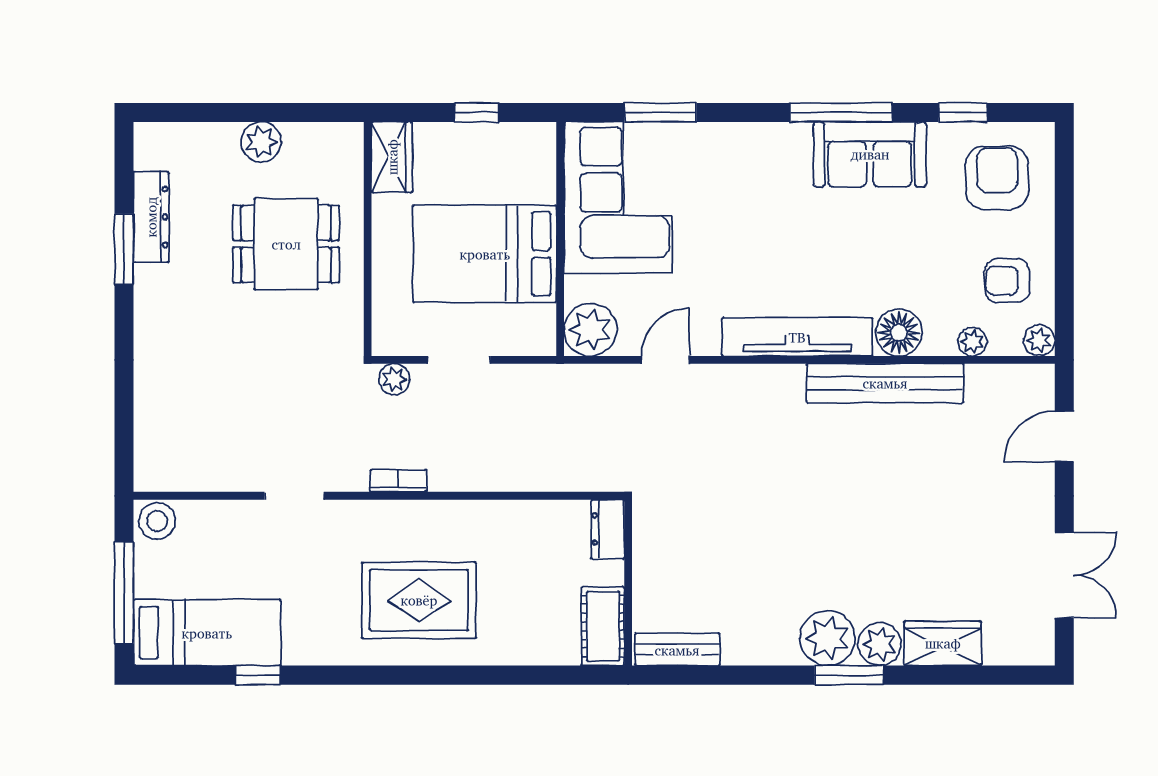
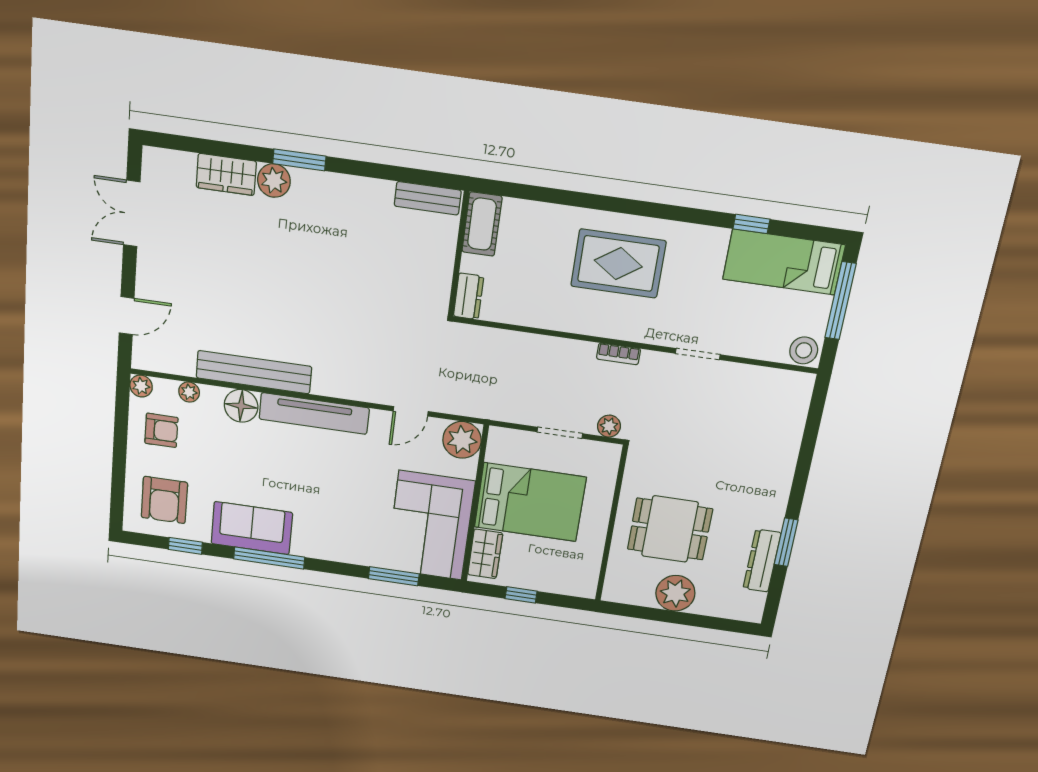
plant: (261, 142) -> (675, 593), width x1.36, depth x1.36
wardrobe: (392, 157) -> (485, 554), moved, turned 180
plant: (828, 638) -> (313, 191), removed

